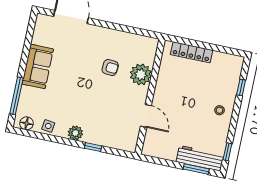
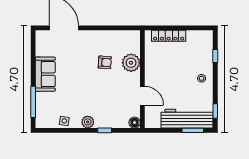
floor lamp: (27, 123) -> (135, 123), moved
workbench: (200, 158) -> (187, 119), width x1.36, depth x1.32

